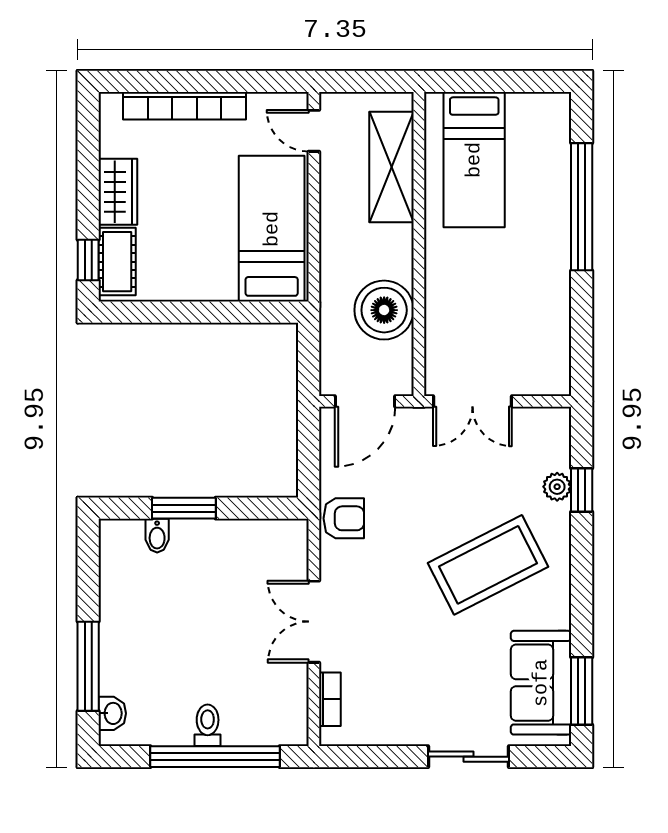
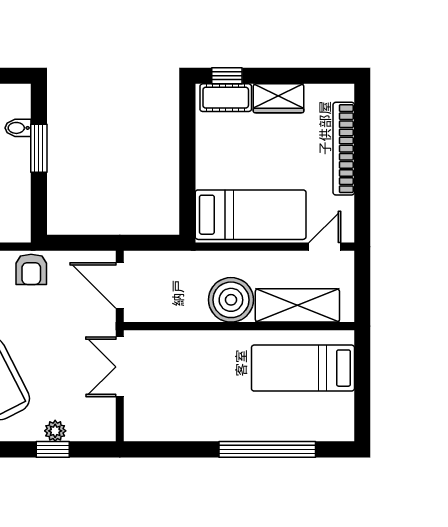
boiler: (384, 310) -> (231, 300), moved

